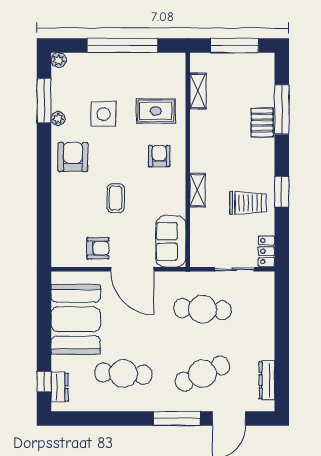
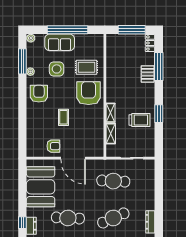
shelving: (198, 91) -> (111, 134), moved
armchair: (159, 156) -> (89, 93), width x1.88, depth x1.88
sofa: (171, 241) -> (60, 42), moved, turned -90
locker: (266, 251) -> (150, 43), moved

